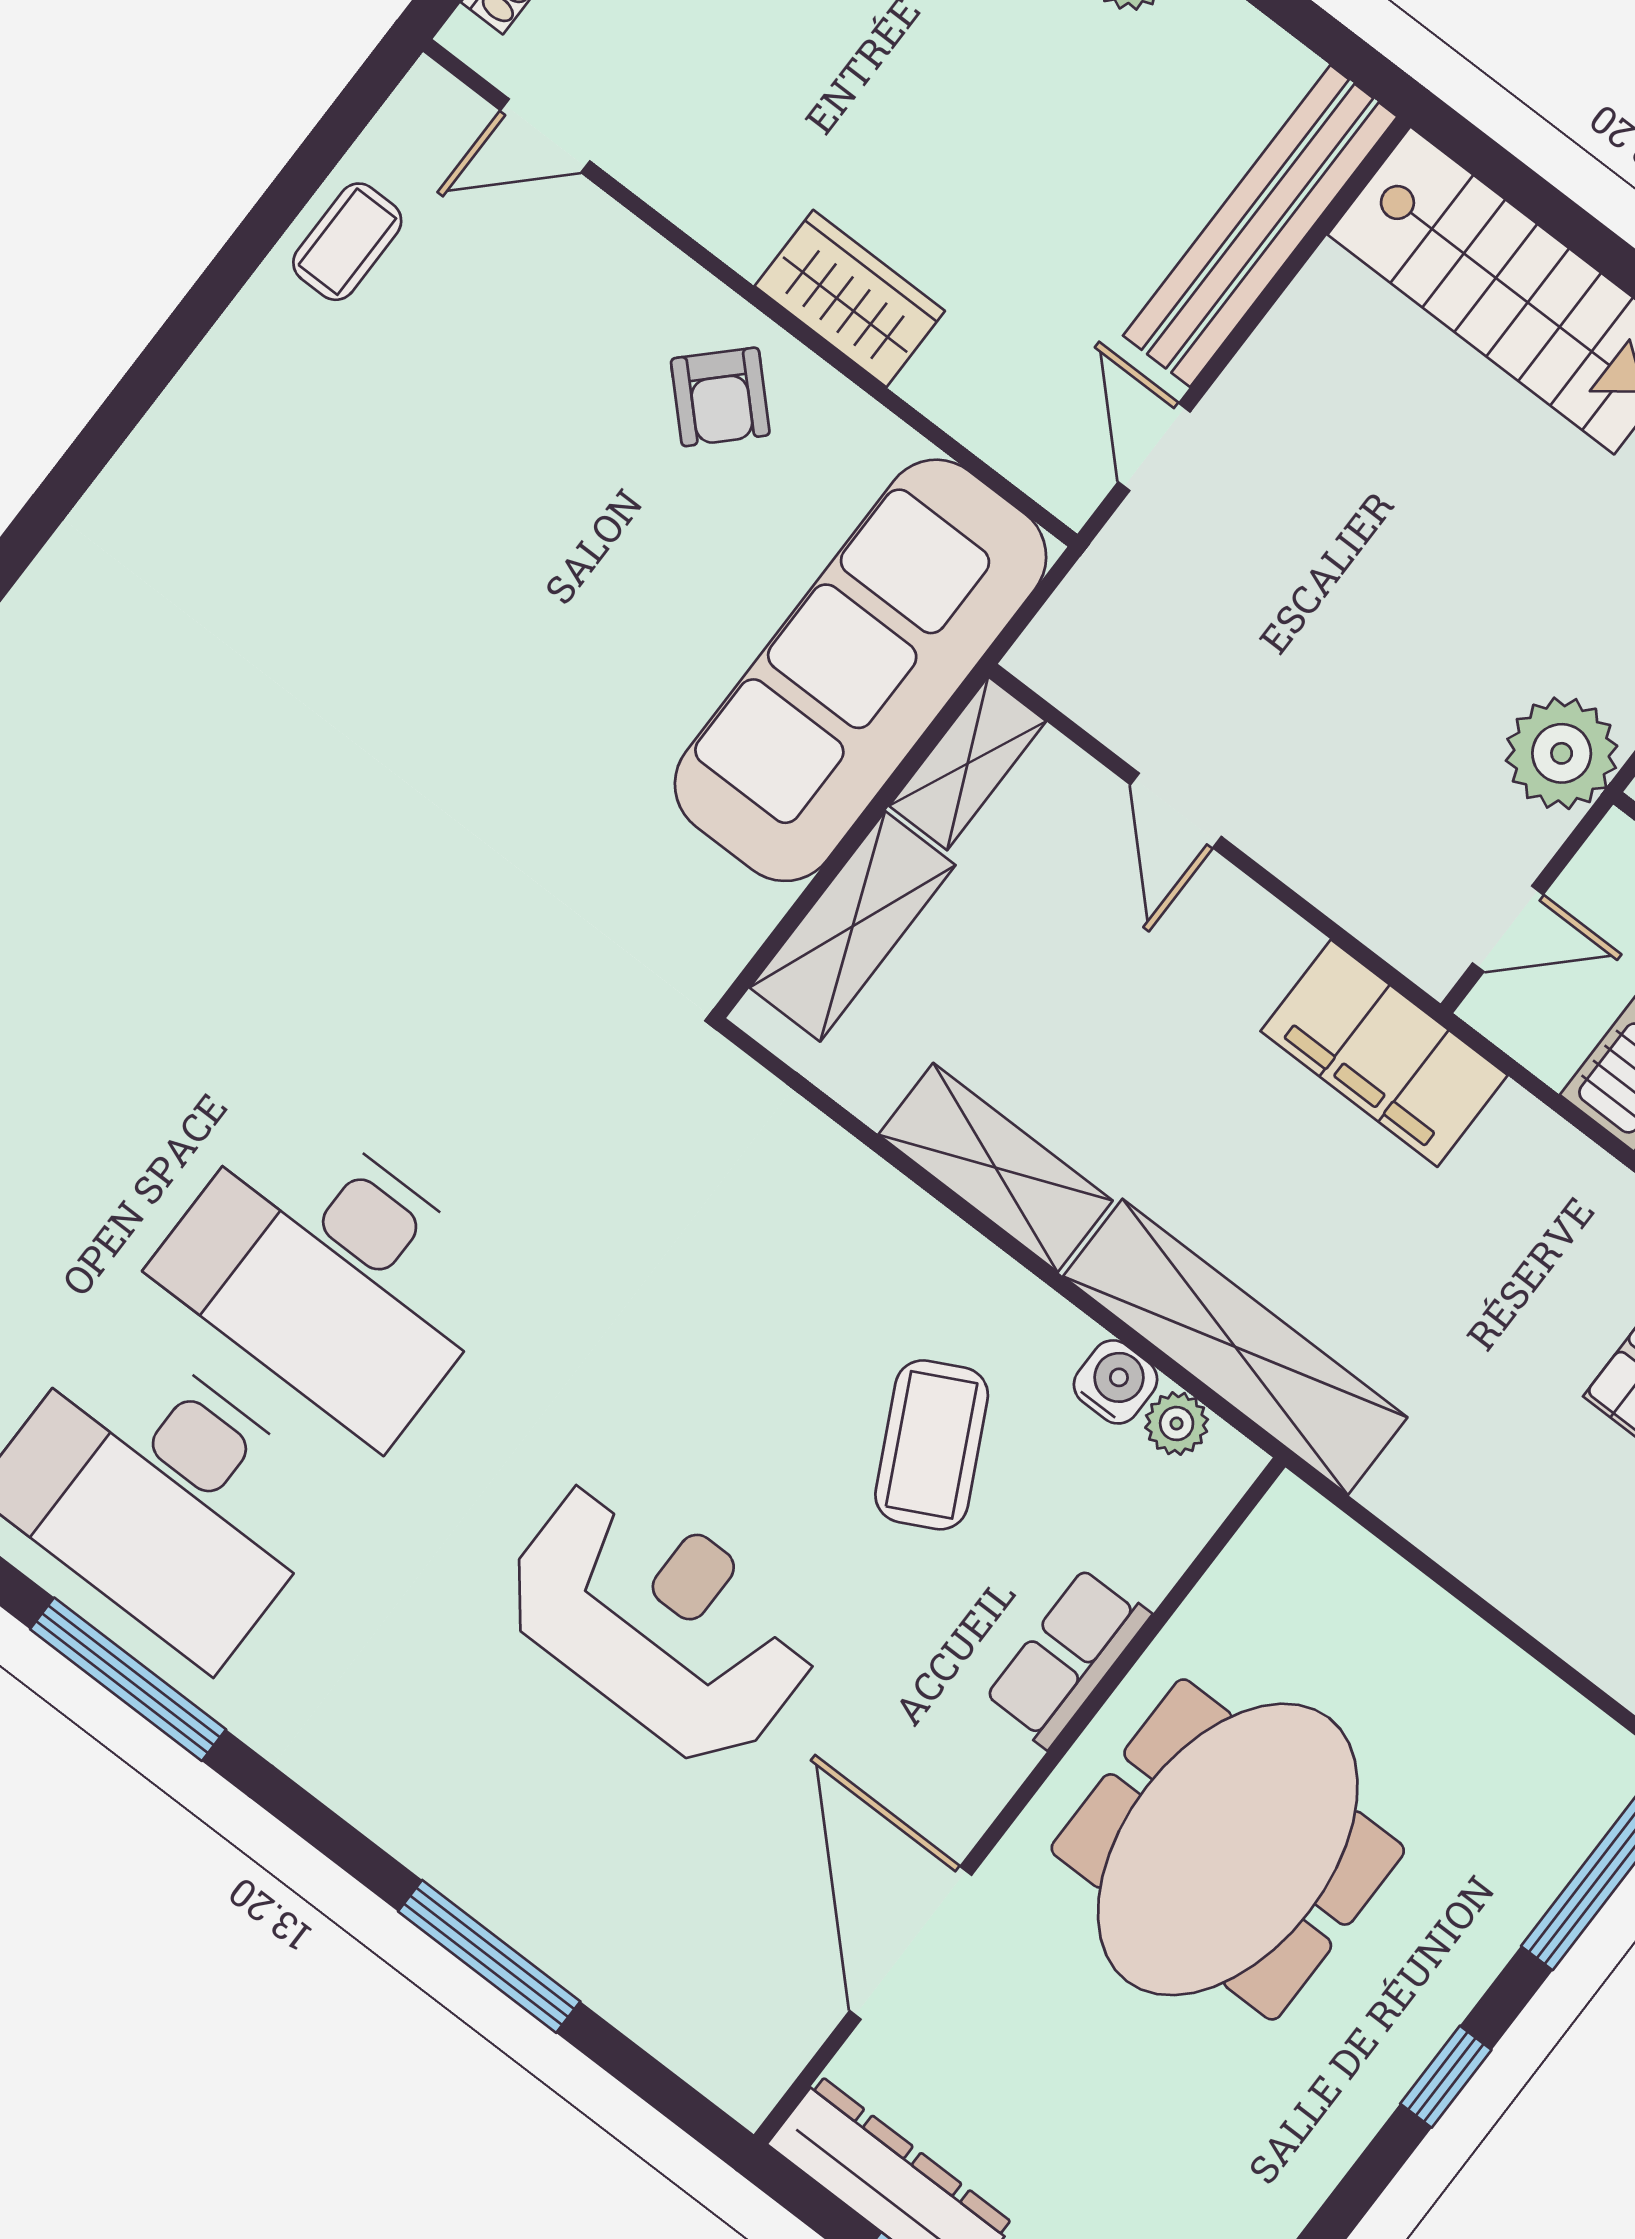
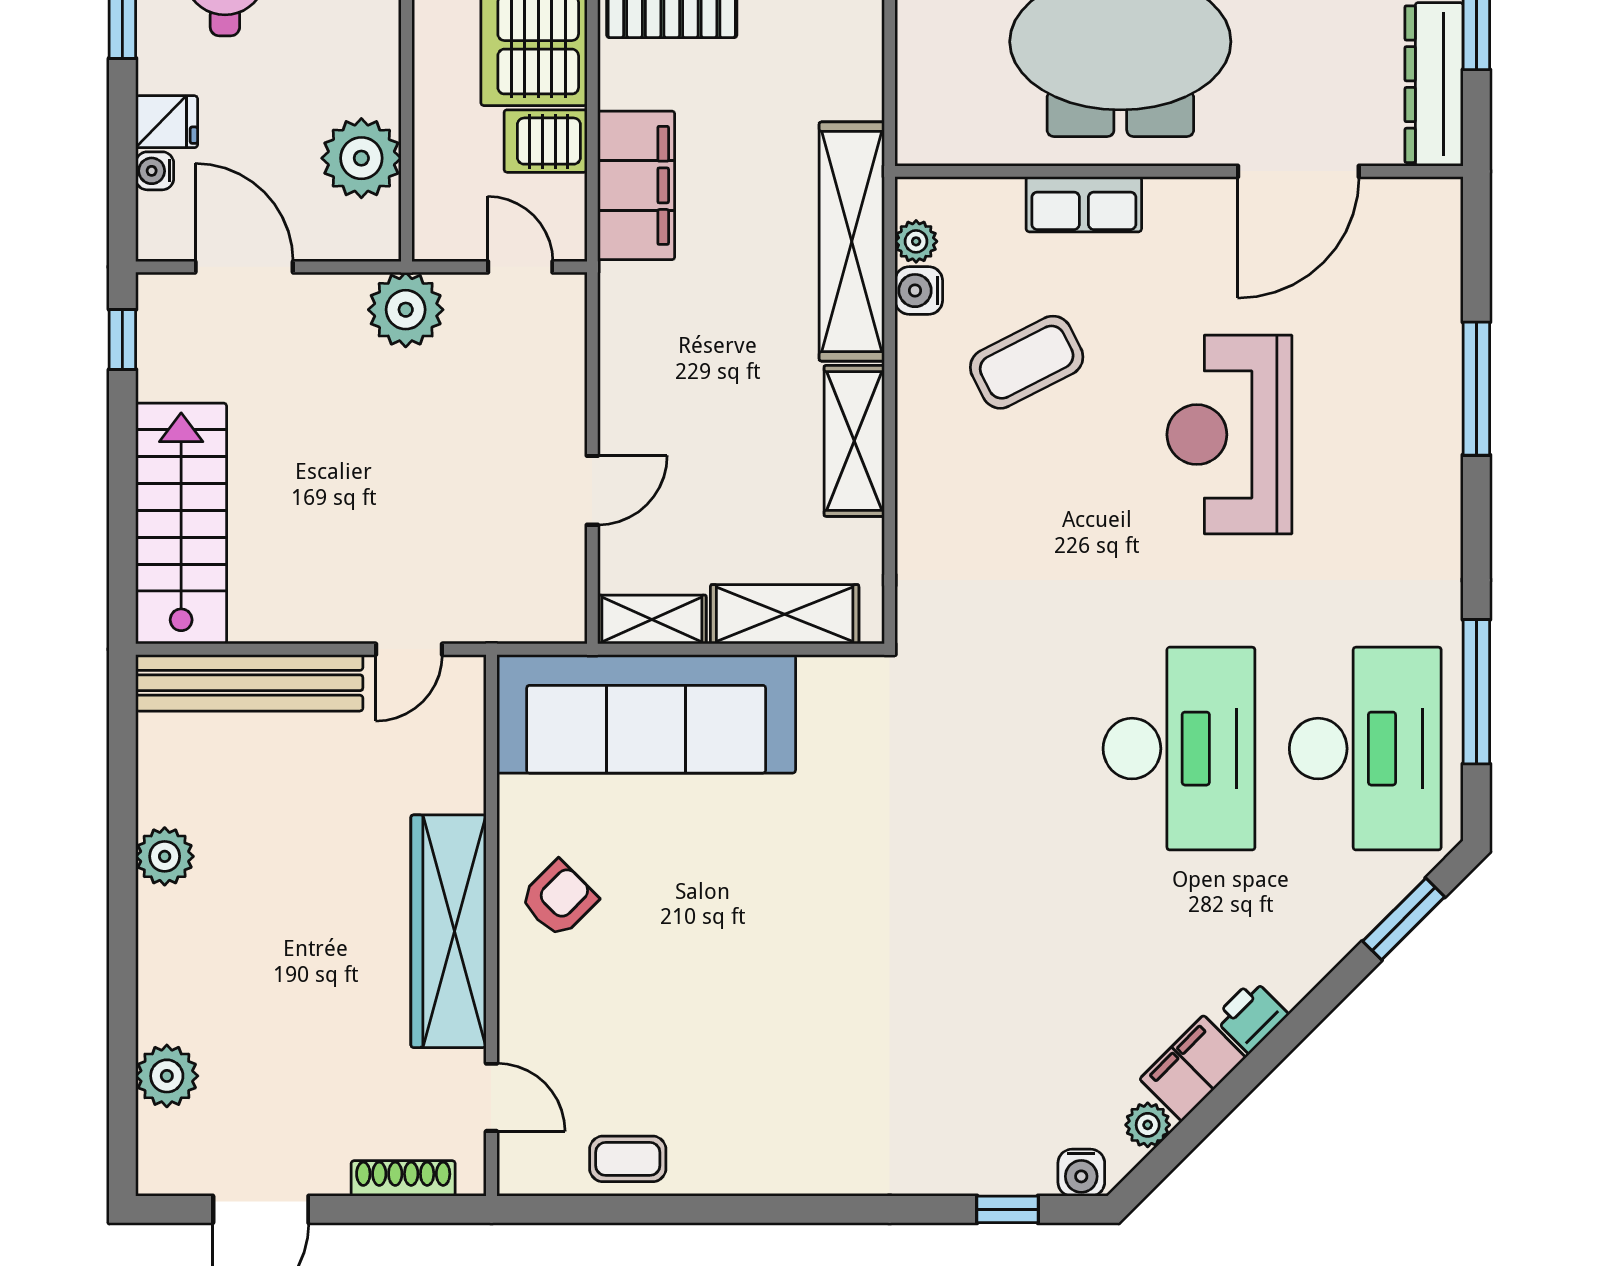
wardrobe: (850, 299) -> (448, 931), width x2.10, depth x1.17
filing cabinet: (1384, 1053) -> (636, 185), moved

